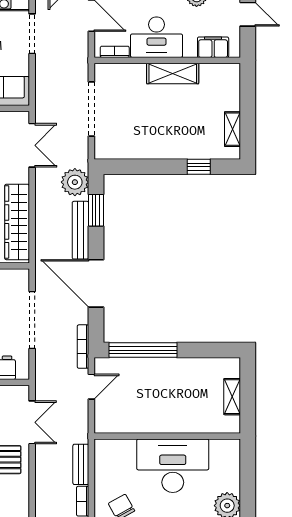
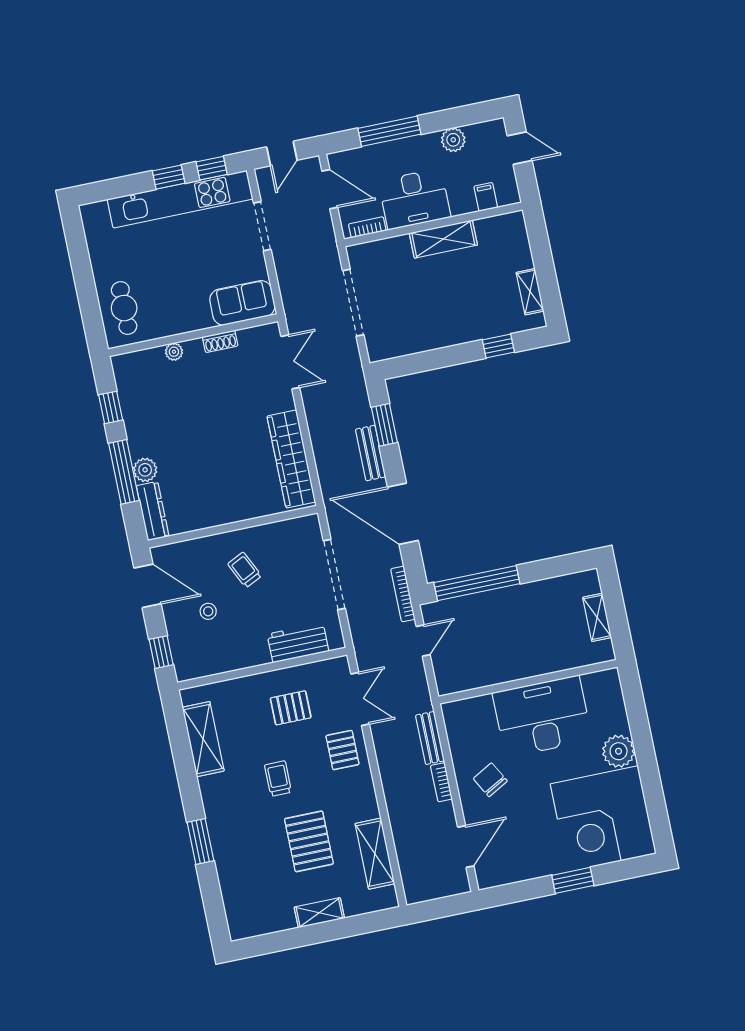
filing cabinet: (213, 47) -> (486, 197), width x0.50
plant: (75, 182) -> (352, 396), removed
bench: (80, 230) -> (370, 453), width x0.73

